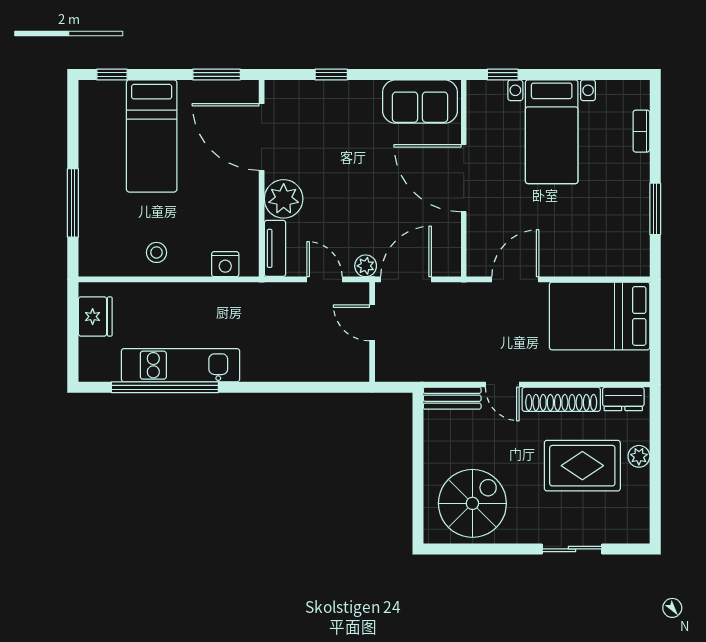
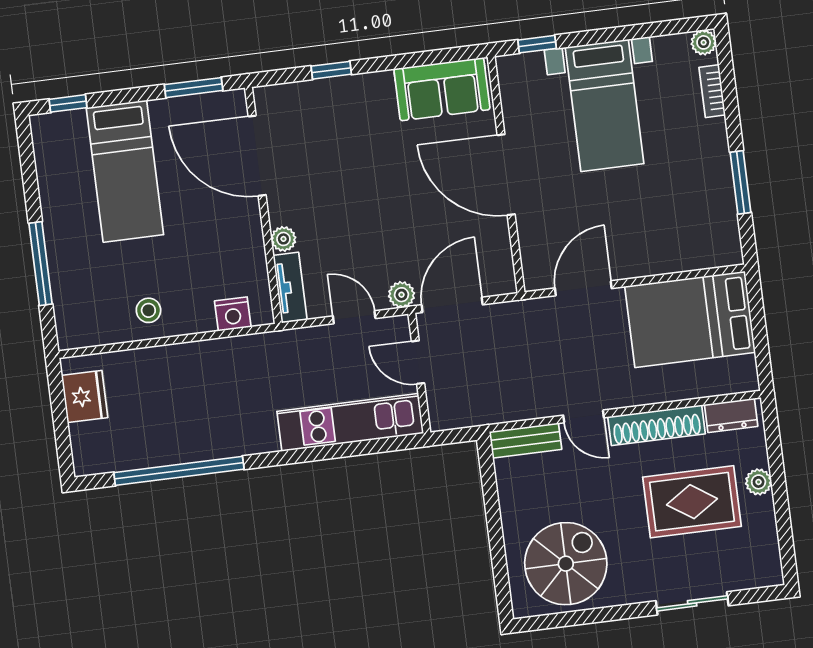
plant: (639, 90) -> (704, 42), added
plant: (284, 199) -> (283, 239), width x0.53, depth x0.53
kitchen unit: (180, 365) -> (350, 422), moved

